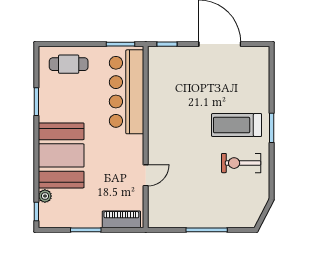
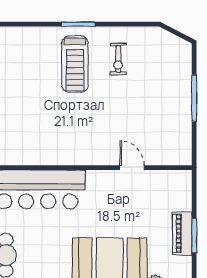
exercise bike: (241, 163) -> (118, 59), width x0.73, depth x0.72
piano: (121, 219) -> (182, 233), moved

